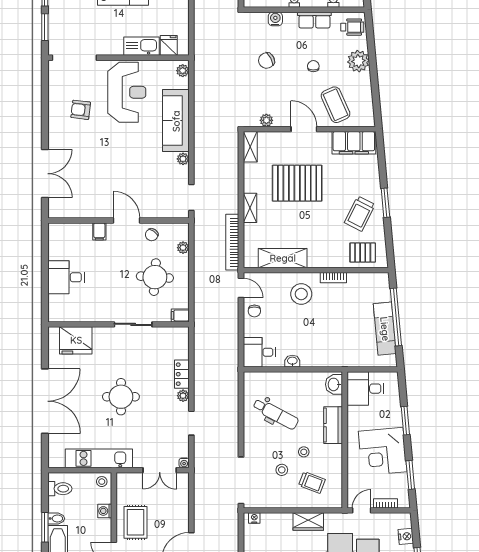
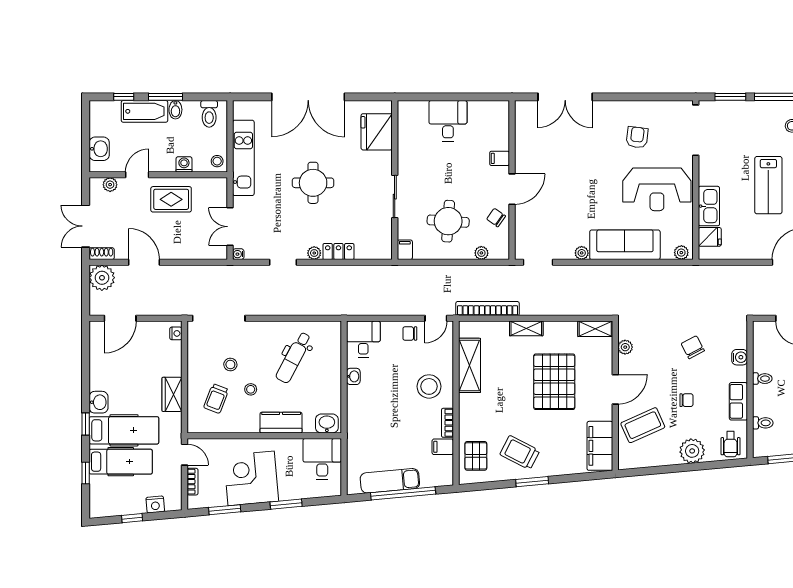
filing cabinet: (355, 282) -> (443, 447), added

